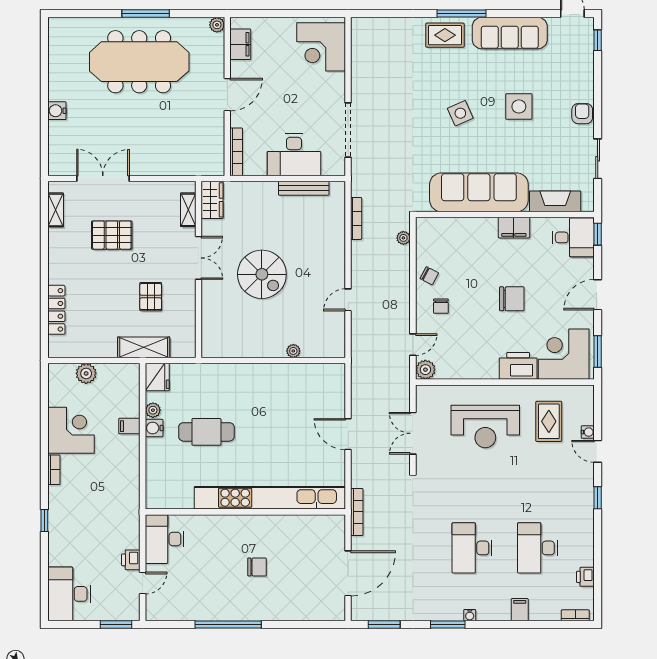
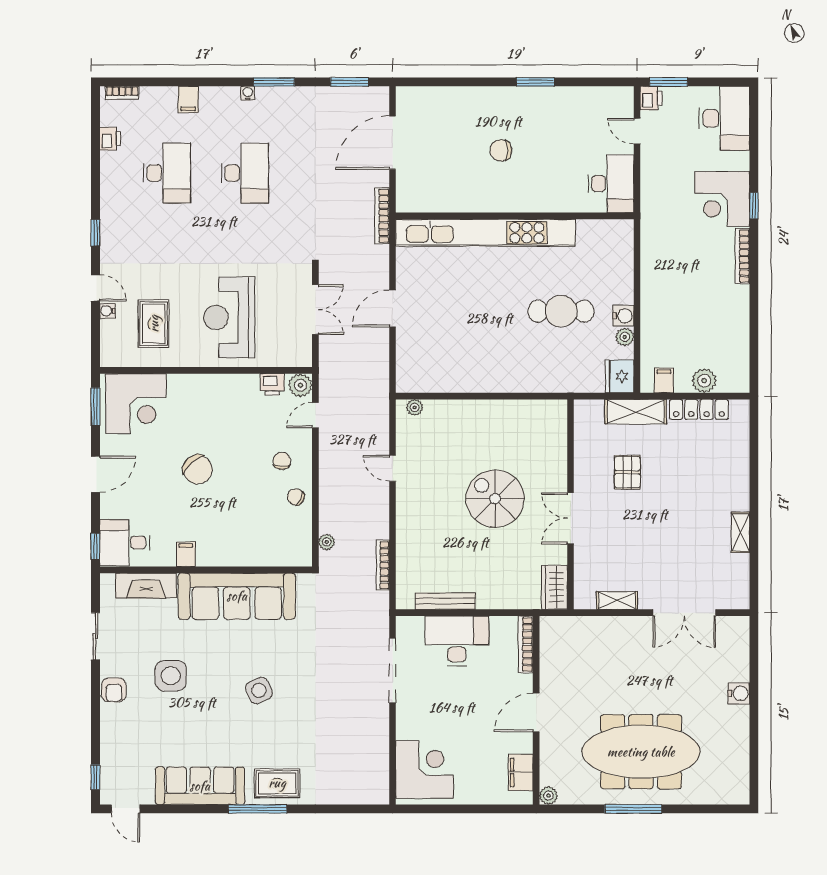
side table: (519, 106) -> (171, 676), moved
shelving: (56, 210) -> (740, 532), moved
shelving: (188, 210) -> (617, 600), moved, turned 90
filing cabinet: (514, 228) -> (186, 554), width x0.50
pallet: (112, 235) -> (674, 545), removed
chair: (512, 299) -> (198, 470), turned -131
door: (348, 300) -> (392, 468), swing flipped
locker: (56, 310) -> (699, 409), moved, turned -90
plant: (293, 351) -> (415, 407), moved
printer: (518, 366) -> (272, 384), moved, width x0.53, depth x0.68
filing cabinet: (129, 426) -> (664, 380), moved, turned -90
reception desk: (485, 427) -> (229, 318), turned -90
corner desk: (71, 430) -> (722, 199), moved
door: (348, 434) -> (392, 308), swing flipped
bookcase: (54, 470) -> (742, 256), width x1.56
printer: (131, 560) -> (651, 98), moved
door: (143, 583) -> (637, 131), hinge flipped
window: (228, 625) -> (535, 82), width x0.47

